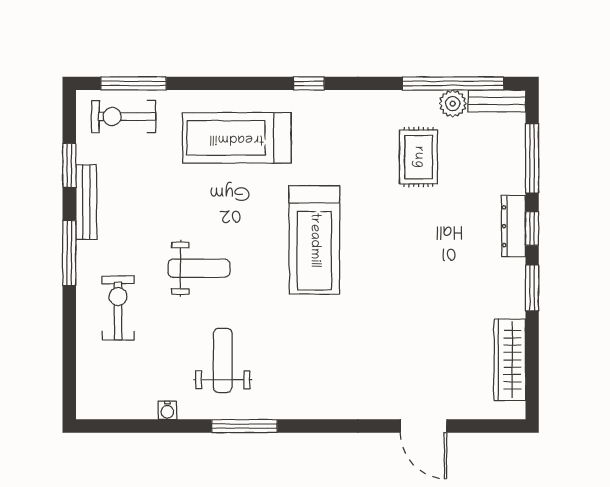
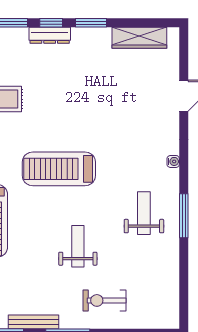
treadmill: (314, 240) -> (59, 169), turned 180
weight bench: (223, 360) -> (144, 213), moved, turned 90
water cooler: (167, 410) -> (173, 161), moved

